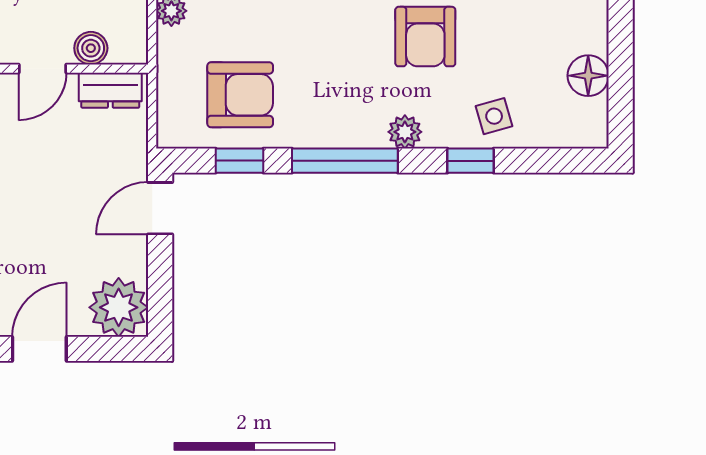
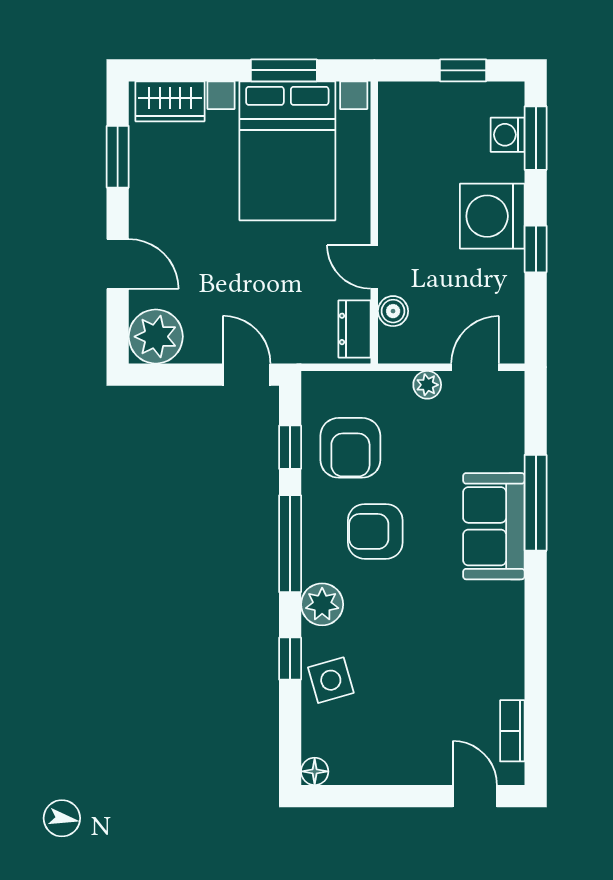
armchair: (425, 37) -> (375, 531), moved
floor lamp: (588, 76) -> (315, 771), moved, width x0.73, depth x0.73
side table: (494, 116) -> (331, 680), width x1.37, depth x1.37
plant: (405, 132) -> (322, 604), width x1.38, depth x1.38

